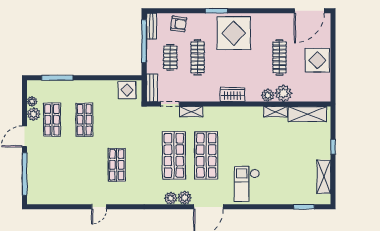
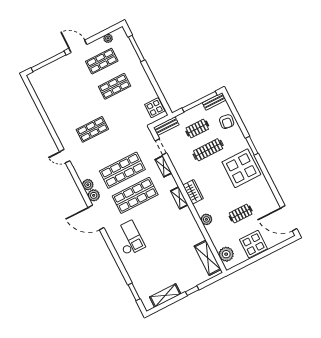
clothes rail: (279, 57) -> (241, 214), width x0.73
plant: (283, 93) -> (226, 254), moved
shelving: (275, 112) -> (179, 198), moved
plant: (34, 114) -> (99, 44), removed
checkout: (247, 184) -> (129, 238), turned 90
door: (99, 207) -> (65, 156), moved

